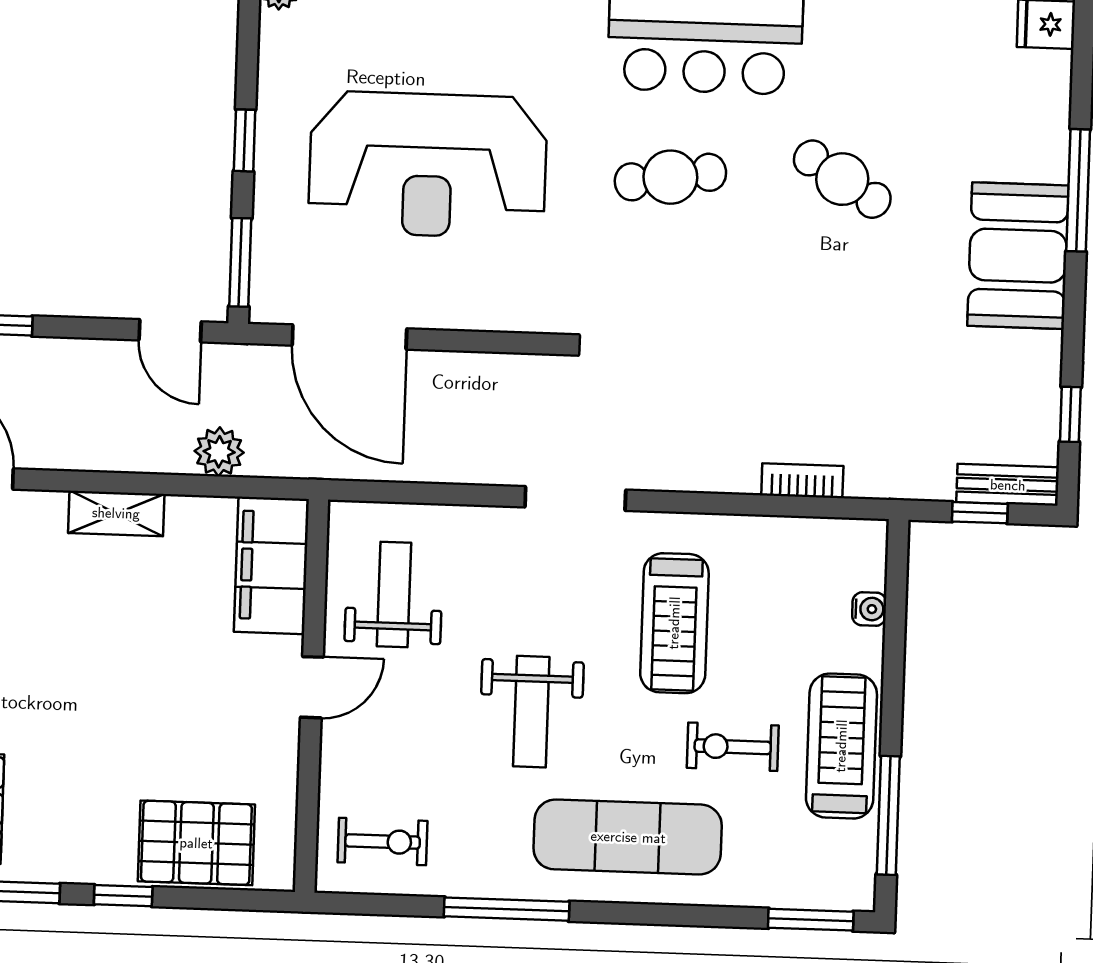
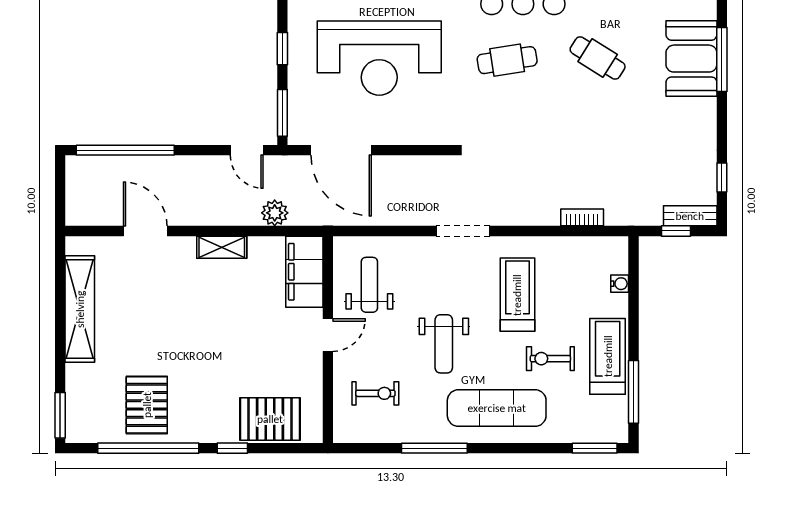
booth: (1018, 256) -> (691, 59), moved
treadmill: (674, 623) -> (517, 295), turned 180
exercise bike: (383, 842) -> (375, 393), moved

